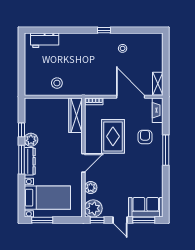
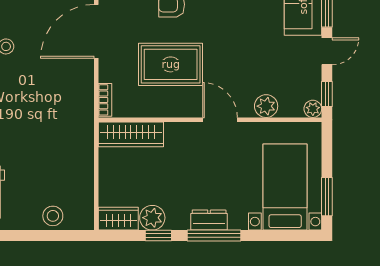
stool: (57, 83) -> (53, 216), moved
wardrobe: (30, 108) -> (118, 219), added
plant: (31, 140) -> (152, 218), moved
dresser: (30, 161) -> (209, 220), width x0.70
plant: (93, 208) -> (313, 109), width x0.53, depth x0.53

